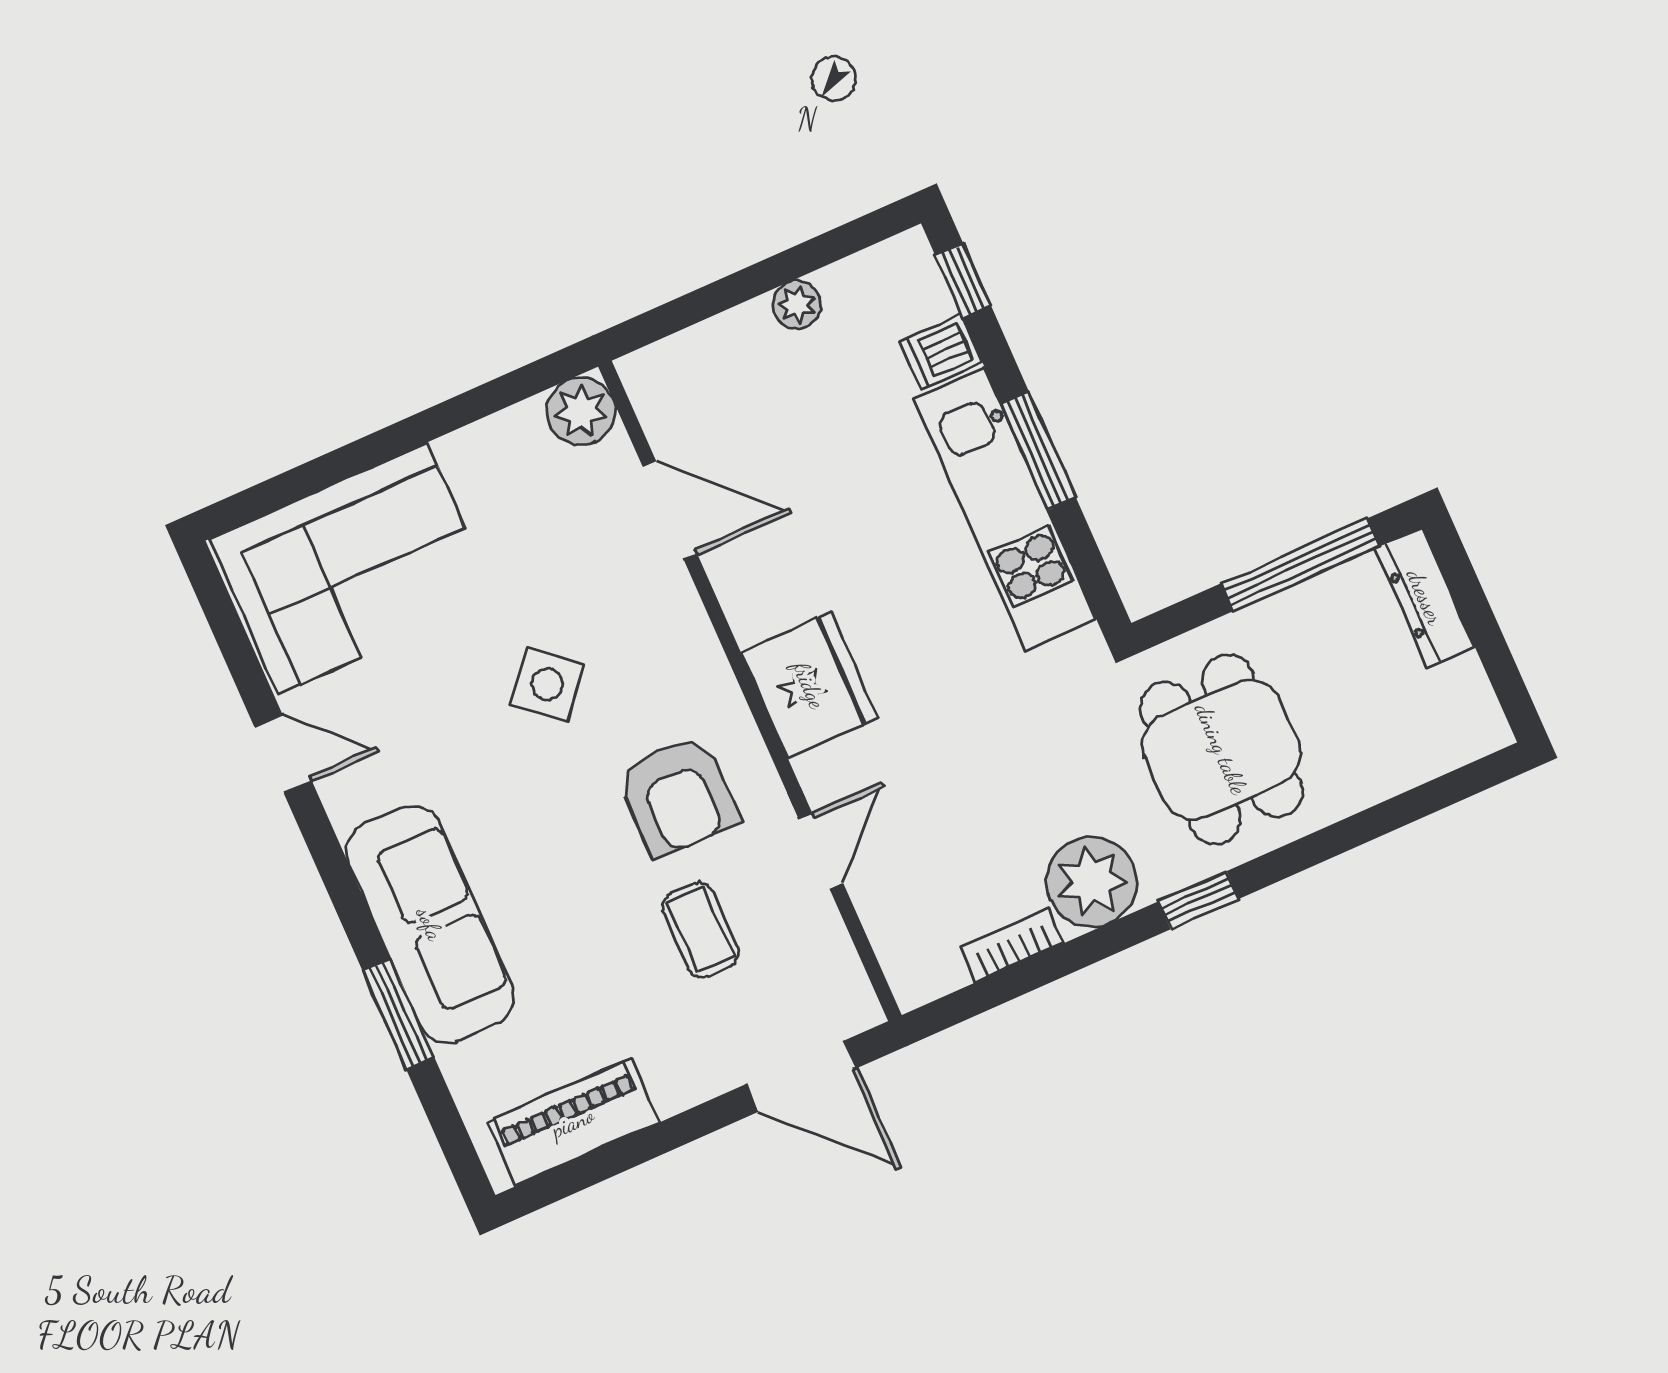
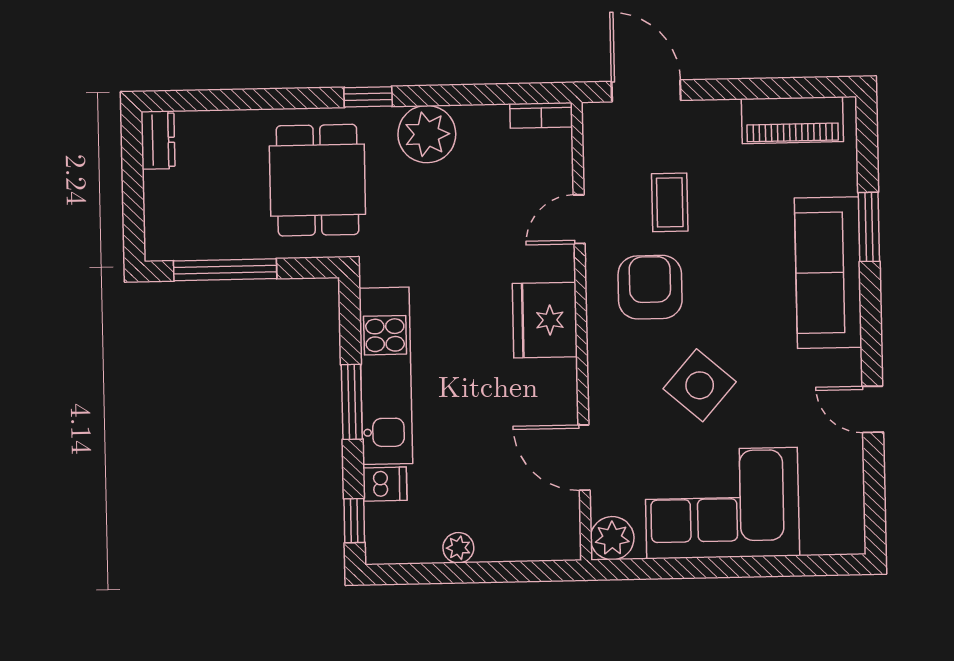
corner sofa: (353, 568) -> (722, 503), moved
dresser: (1425, 597) -> (158, 140), moved, width x0.70
side table: (547, 684) -> (700, 385), width x1.37, depth x1.37
bookcase: (1012, 945) -> (541, 115), moved

